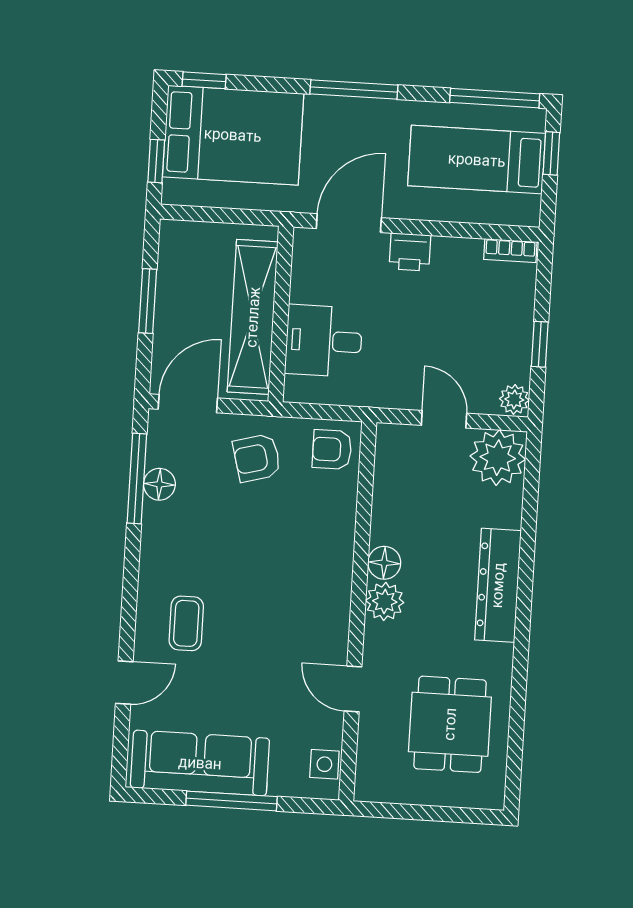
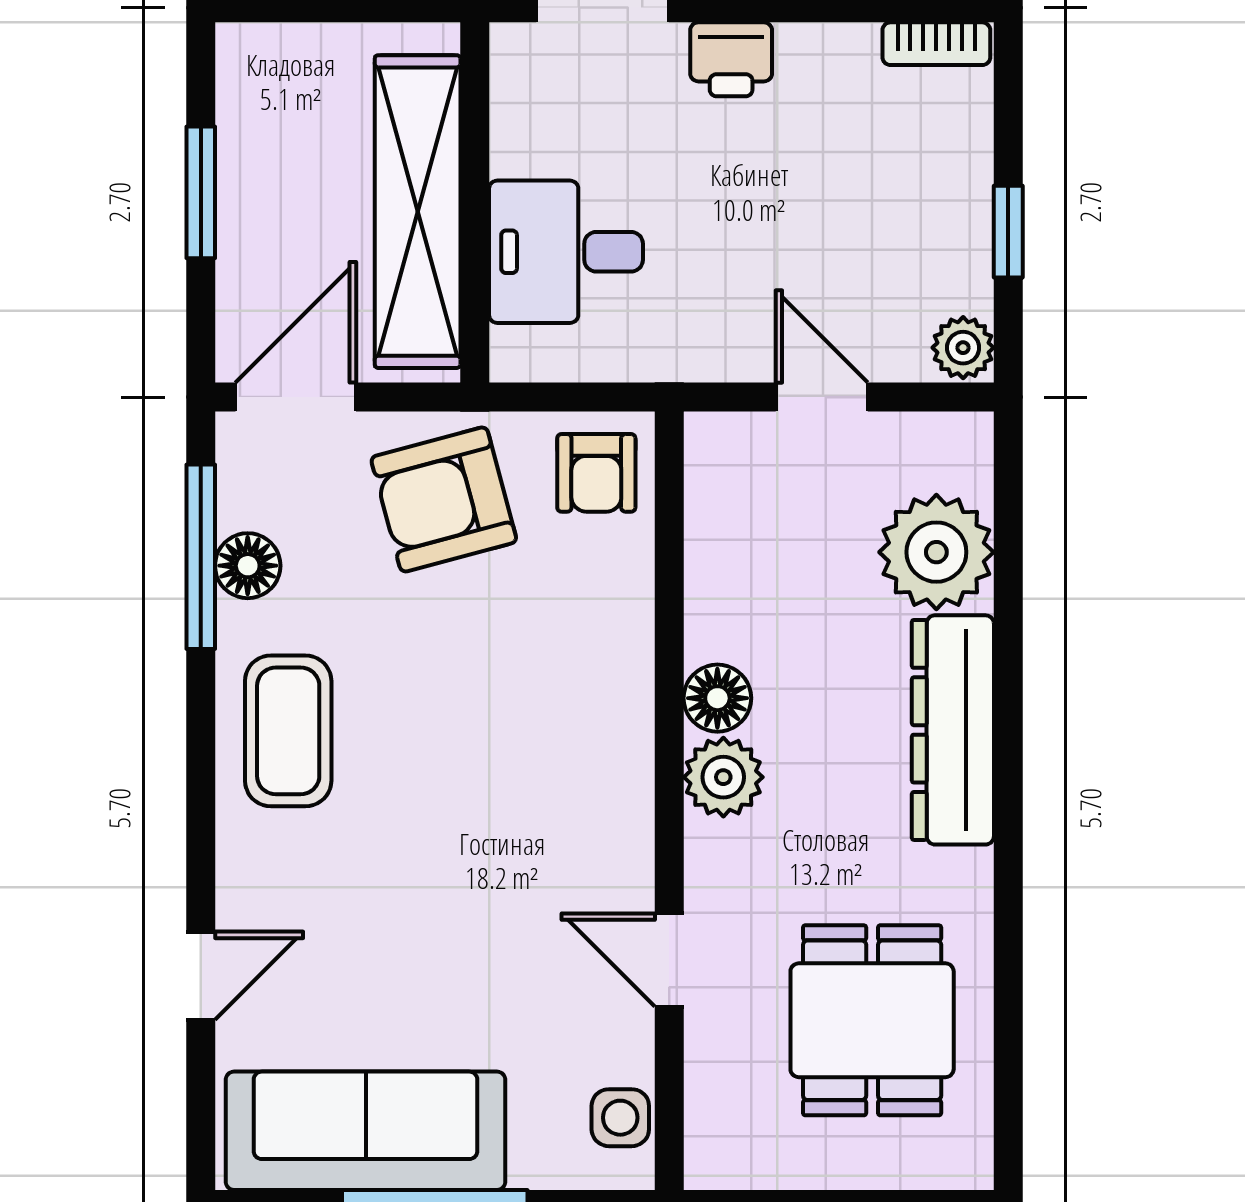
armchair: (332, 449) -> (596, 473), turned -90
armchair: (257, 458) -> (444, 499), width x1.38, depth x1.38
plant: (498, 458) -> (936, 552), moved
coffee table: (186, 623) -> (288, 731), moved, width x1.36, depth x1.30

